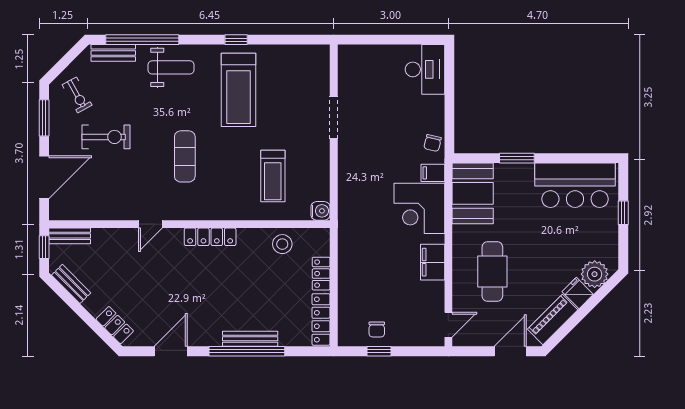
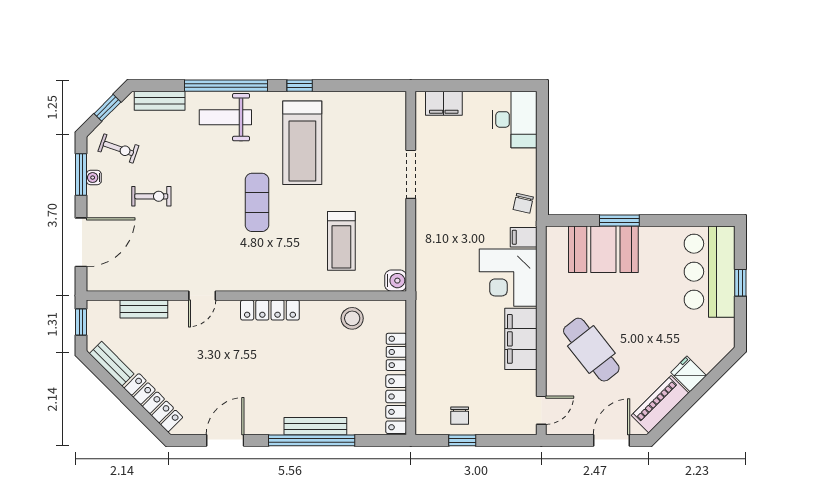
window: (142, 40) -> (226, 86), moved
filing cabinet: (363, 55) -> (444, 103), added
window: (67, 59) -> (107, 108), added
weight bench: (171, 67) -> (225, 117), turned 180
exercise bike: (77, 95) -> (118, 148), turned -42
water cooler: (55, 120) -> (94, 178), added
exercise bike: (106, 137) -> (151, 196), width x0.73, depth x0.72
exercise mat: (185, 156) -> (257, 202), moved
bar counter: (575, 185) -> (710, 272), moved, turned 90
booth: (473, 193) -> (603, 249), moved, turned 90
bench: (70, 236) -> (144, 309), moved
filing cabinet: (433, 262) -> (521, 339), width x1.50, depth x1.17
cafe table: (492, 272) -> (591, 350), turned -38
plant: (595, 274) -> (708, 353), removed
locker: (115, 325) -> (153, 403), width x1.53

